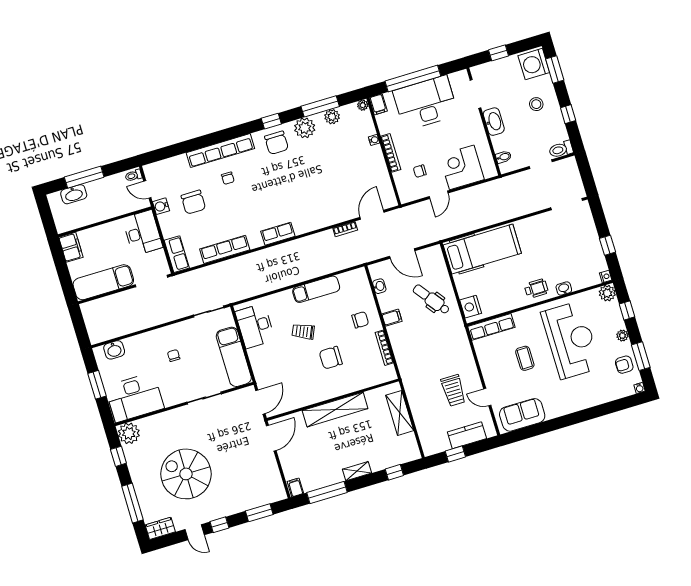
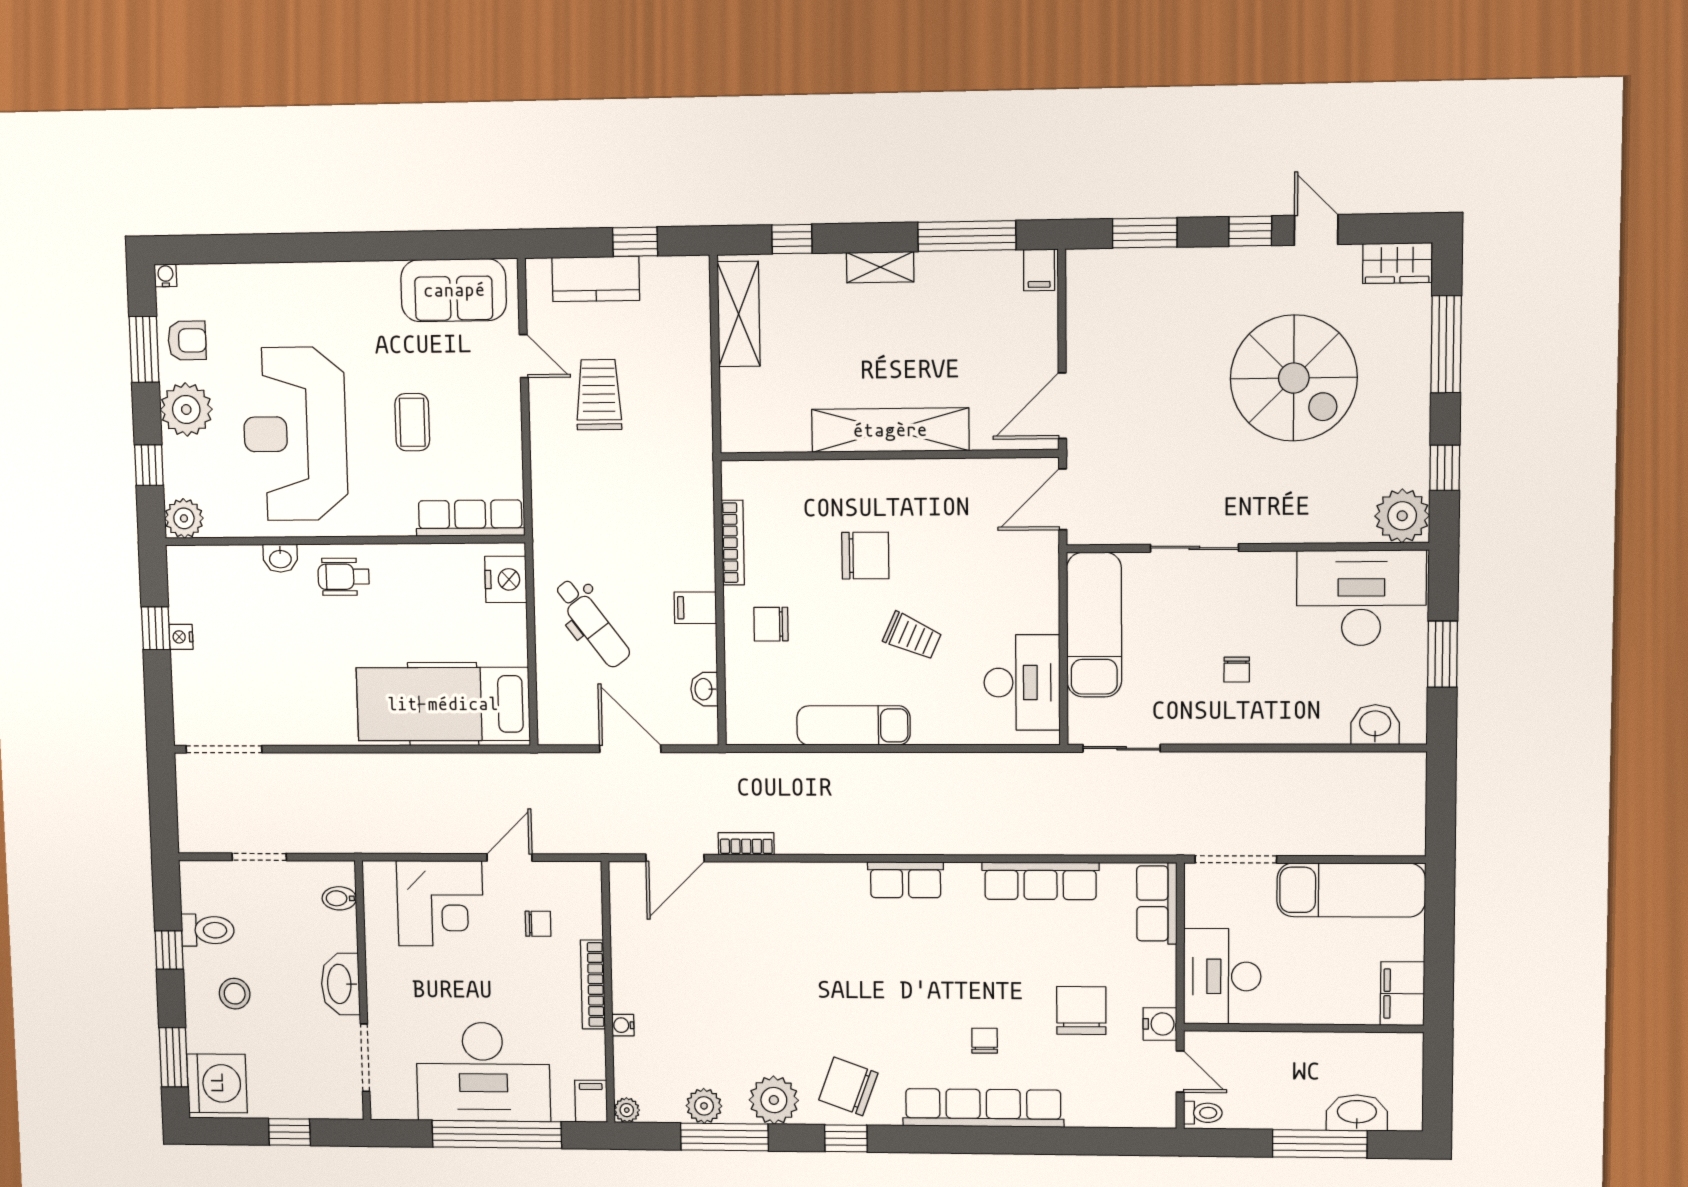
chair: (276, 143) -> (848, 1086), turned -70
toilet: (561, 149) -> (208, 930), moved
nightstand: (606, 277) -> (181, 637), moved
plant: (622, 336) -> (186, 410), width x1.88, depth x1.88
shelving: (400, 413) -> (739, 314), moved

